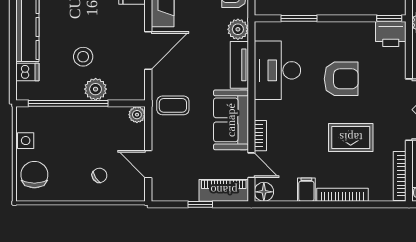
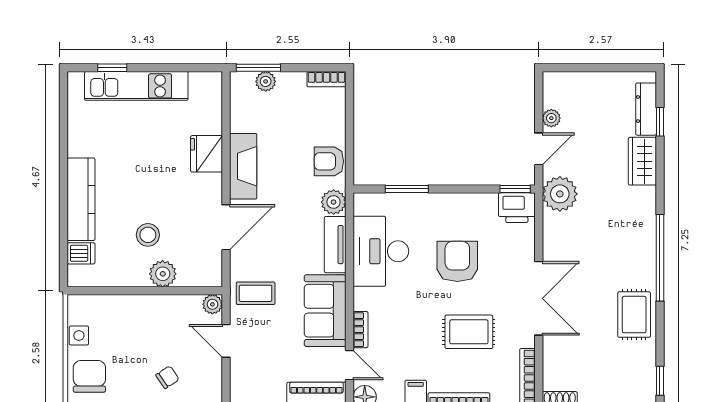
armchair: (341, 79) -> (457, 261), turned -90
window: (68, 103) -> (130, 291), removed
door: (148, 164) -> (226, 341), moved

